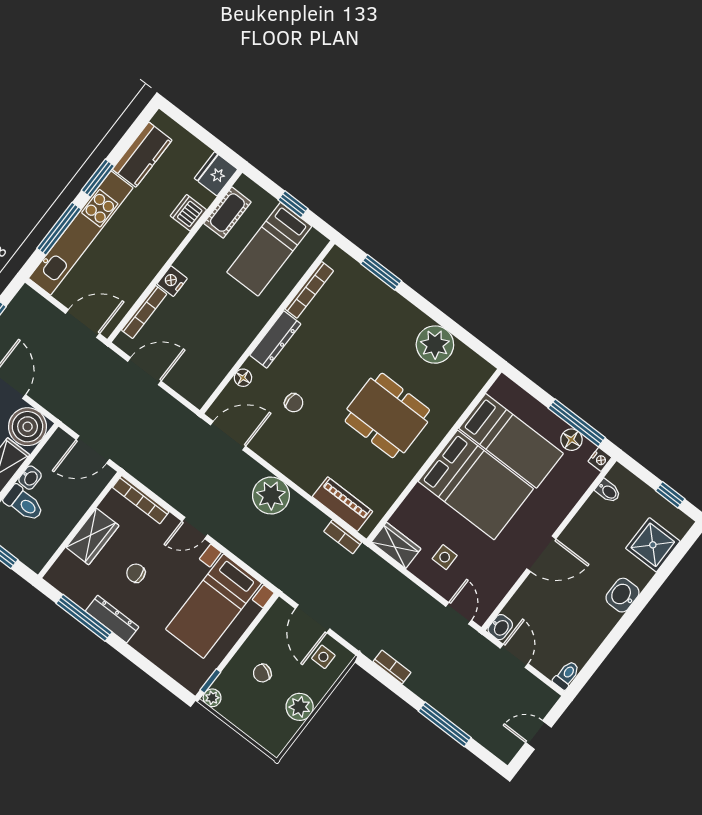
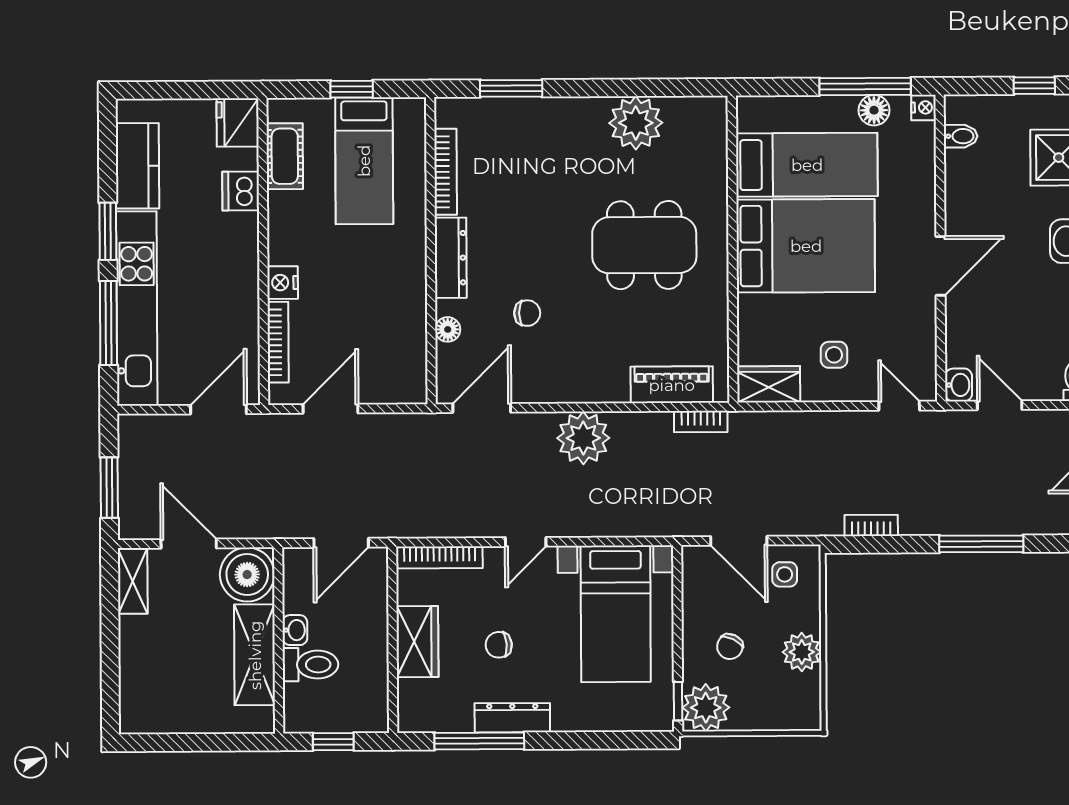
plant: (212, 698) -> (706, 708), width x1.88, depth x1.88

